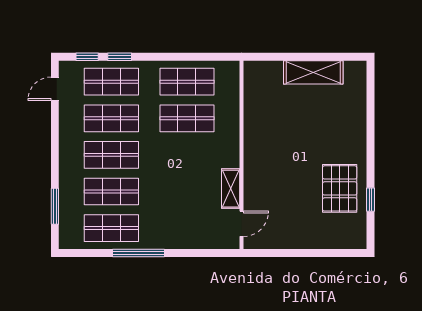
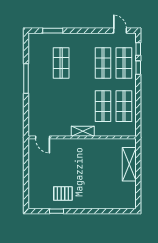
shelving: (313, 72) -> (129, 164), moved
shop shelf: (111, 155) -> (82, 63), removed
pallet: (340, 188) -> (63, 193), width x0.67, depth x0.71
shelving: (231, 189) -> (83, 131), moved
shop shelf: (111, 228) -> (40, 63), removed

